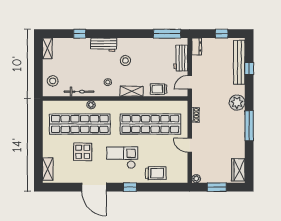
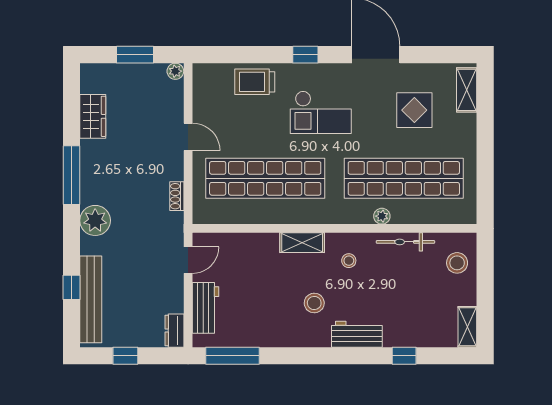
trolley: (158, 89) -> (249, 247), removed
display table: (83, 152) -> (414, 110), moved
wardrobe: (238, 170) -> (93, 116), moved

